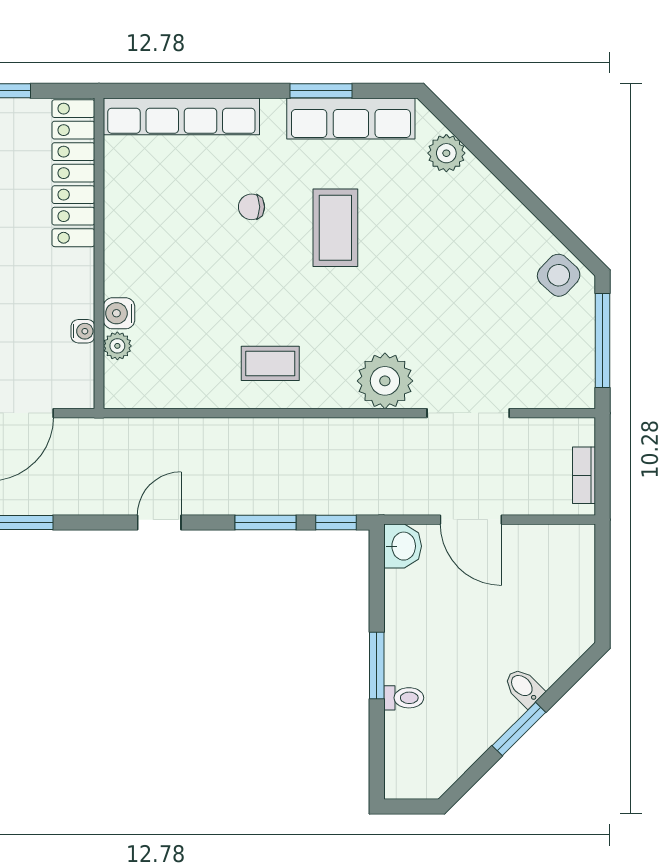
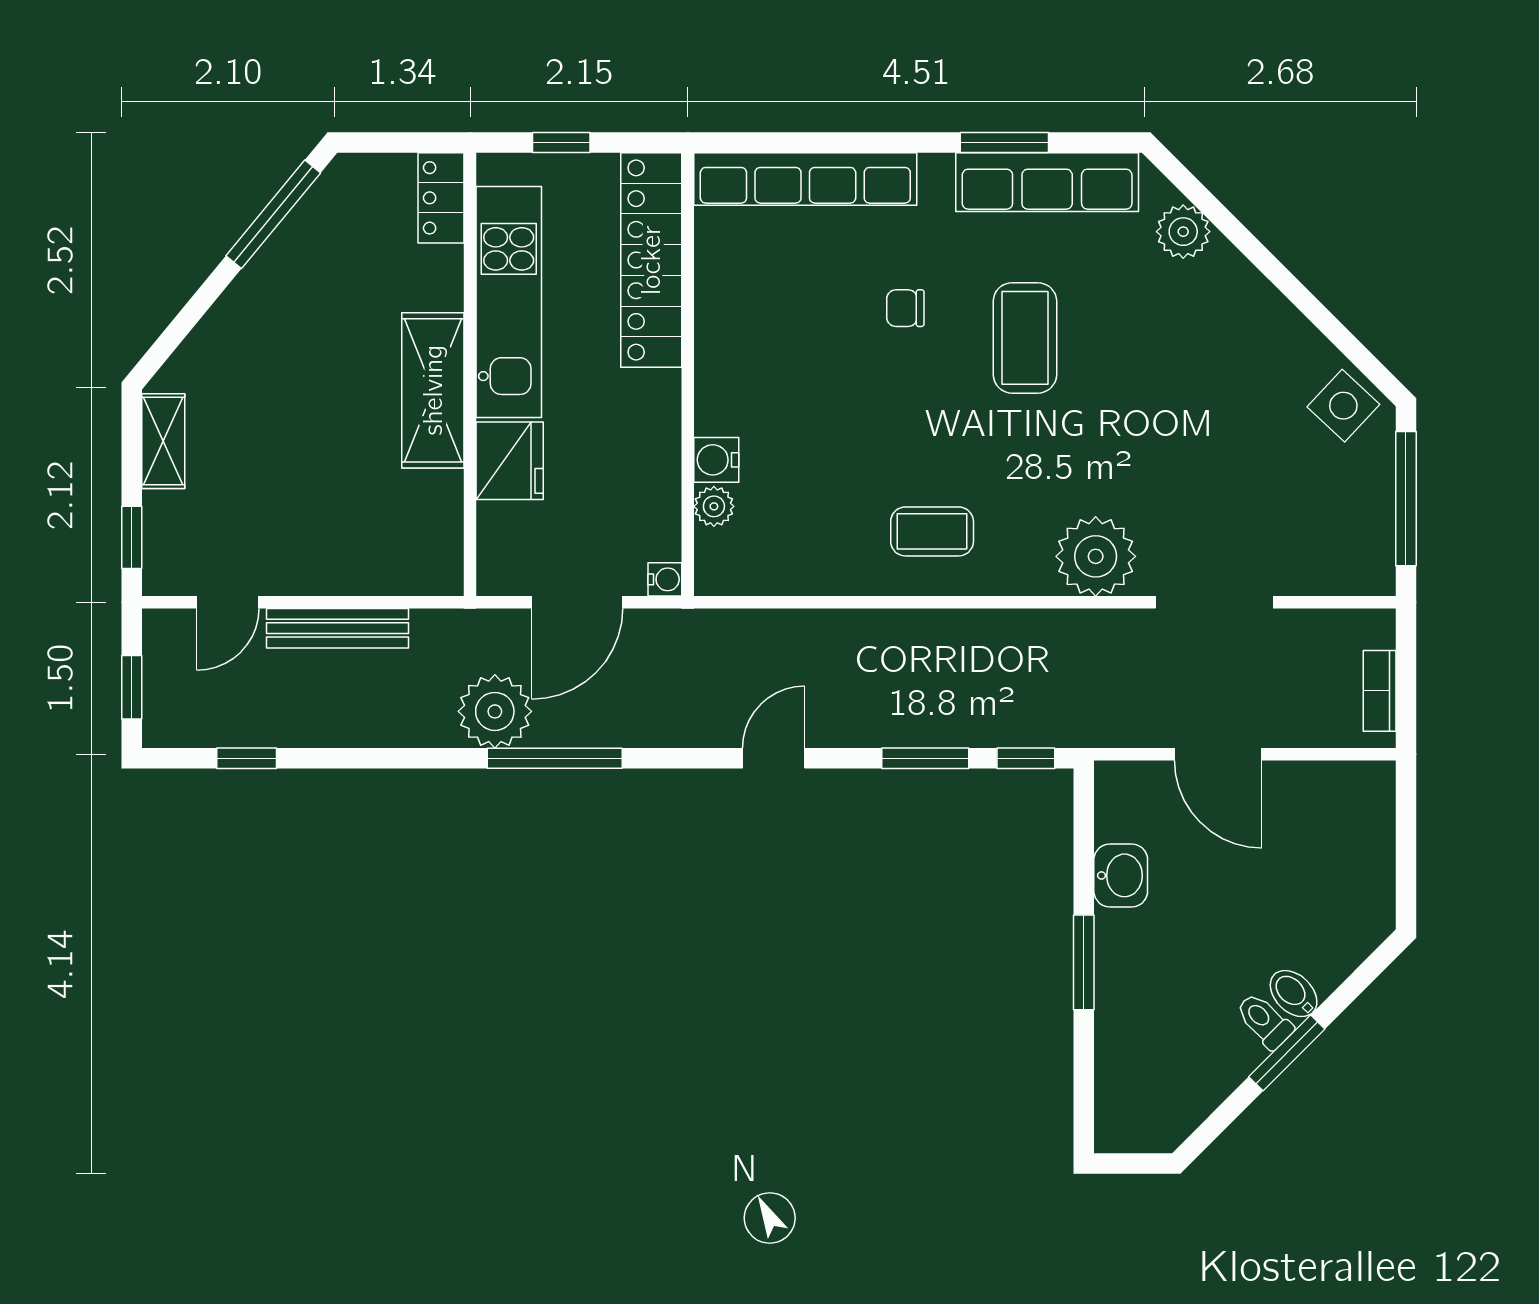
water cooler: (83, 331) -> (665, 579), moved
washbasin: (403, 546) -> (1121, 875), moved
toilet: (404, 698) -> (1264, 1021), moved, turned -135

